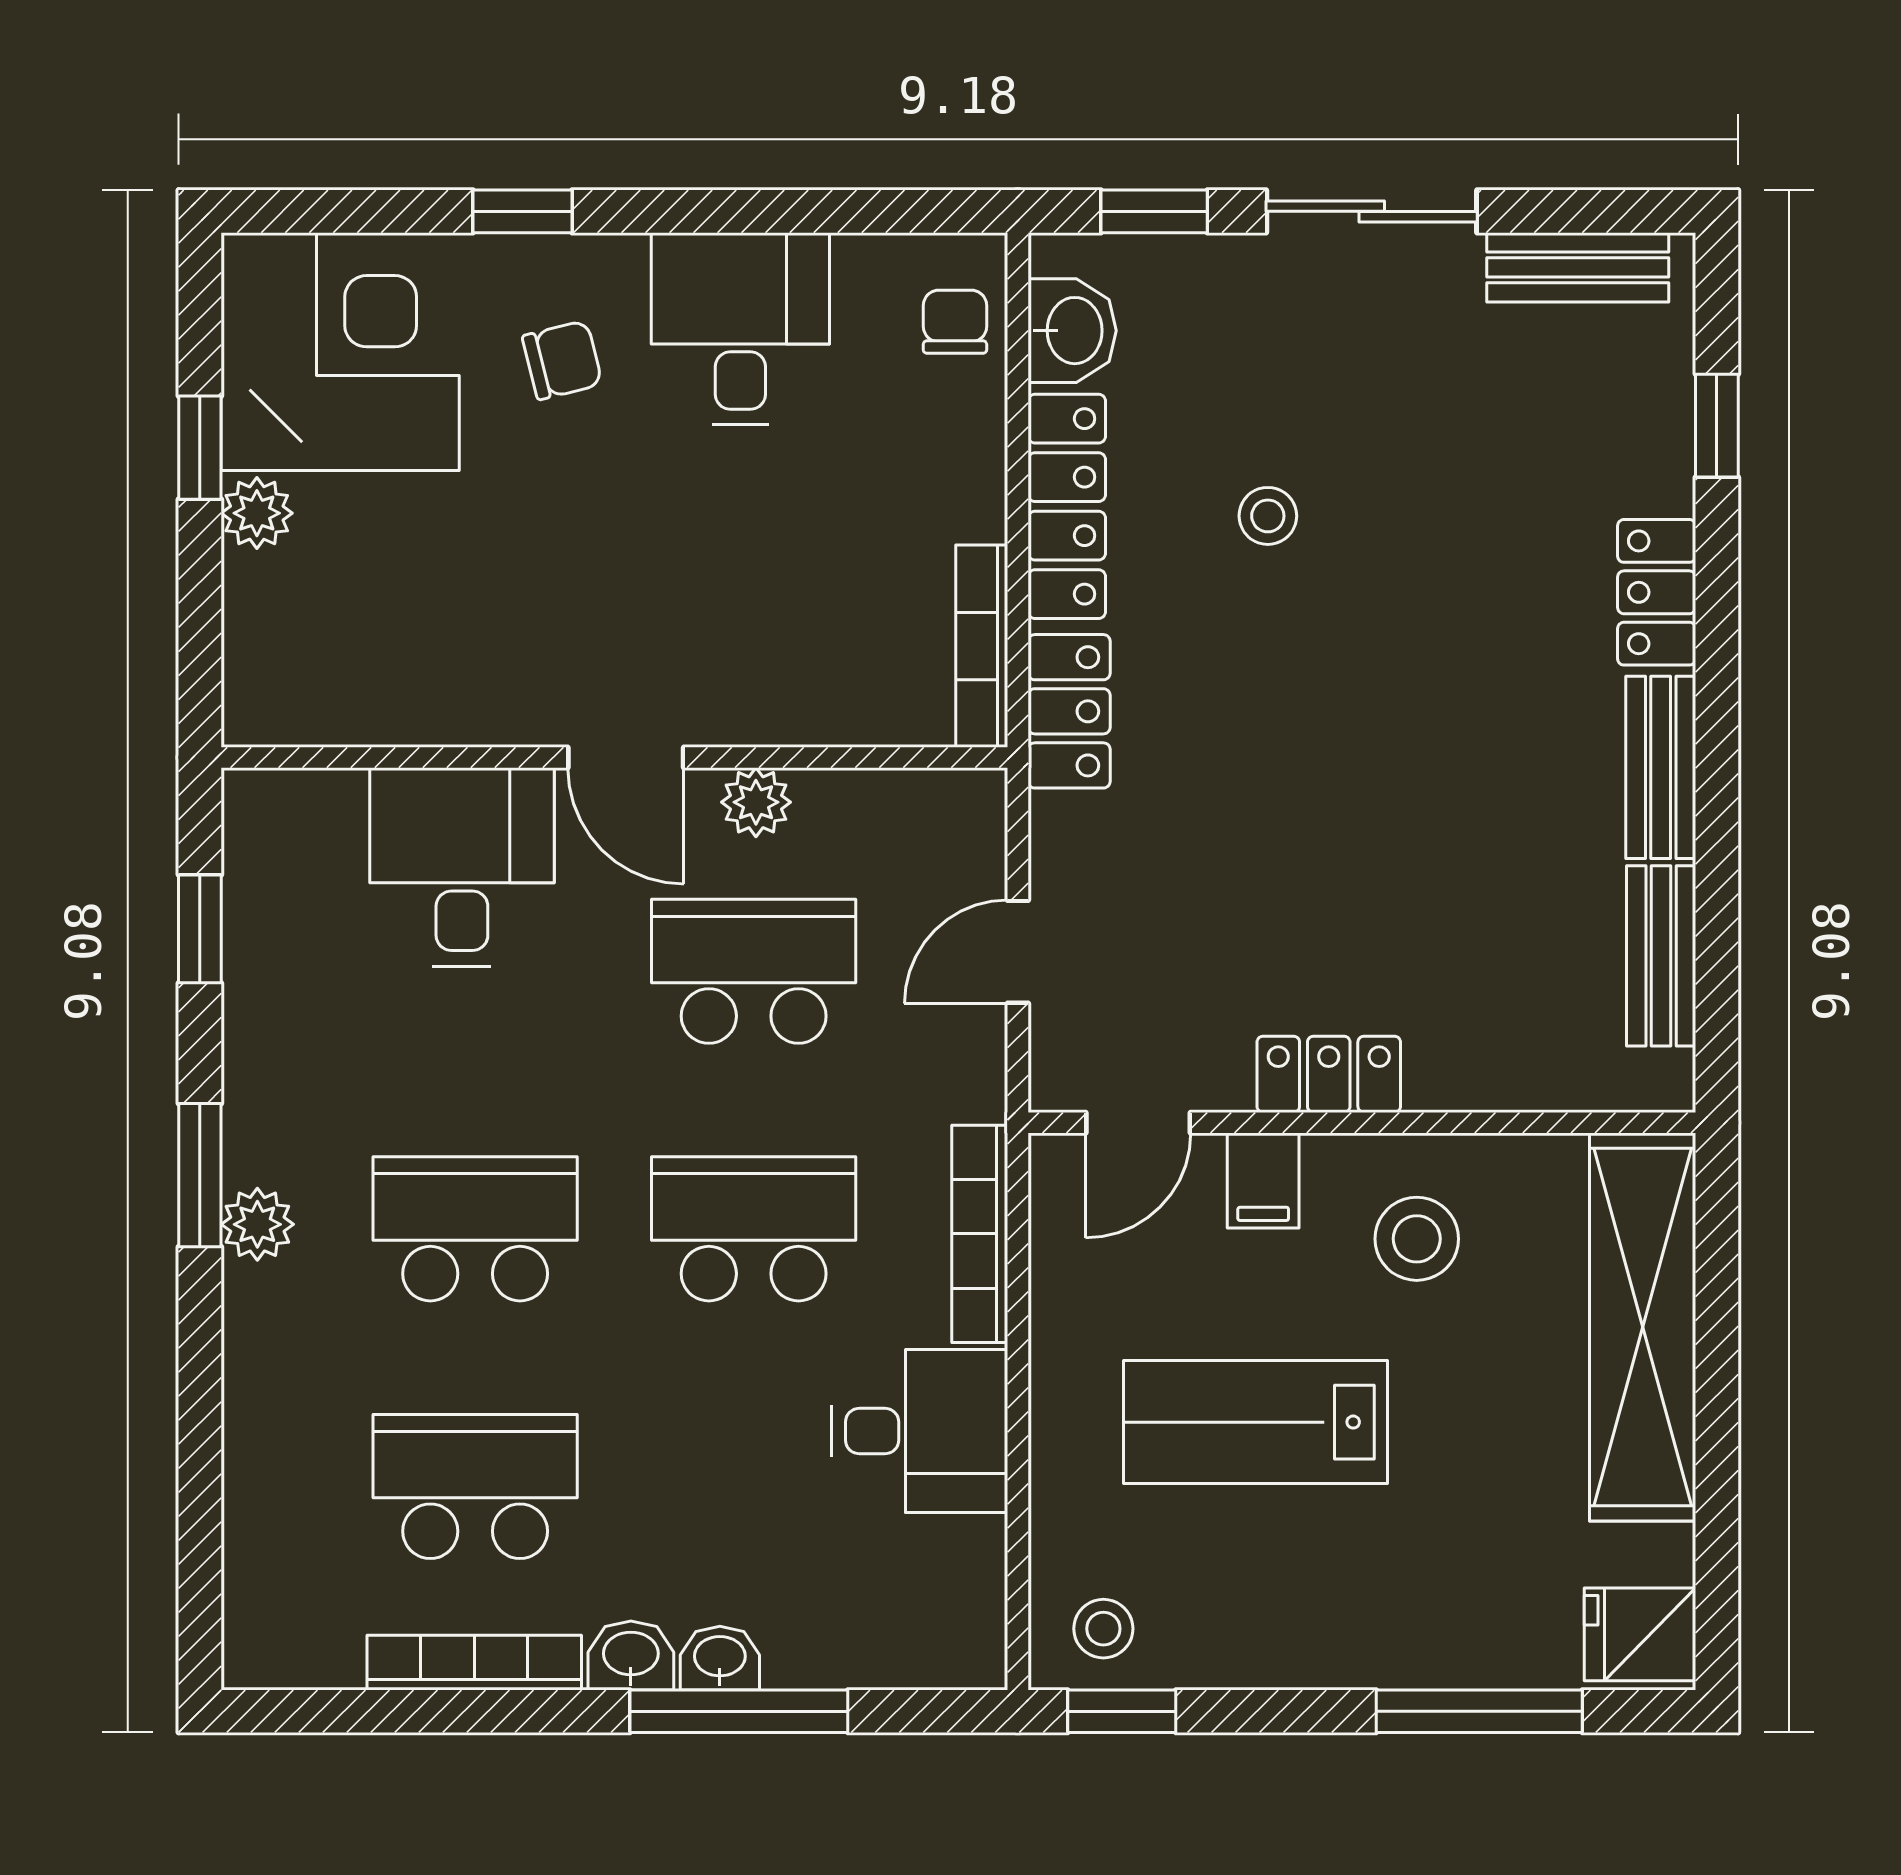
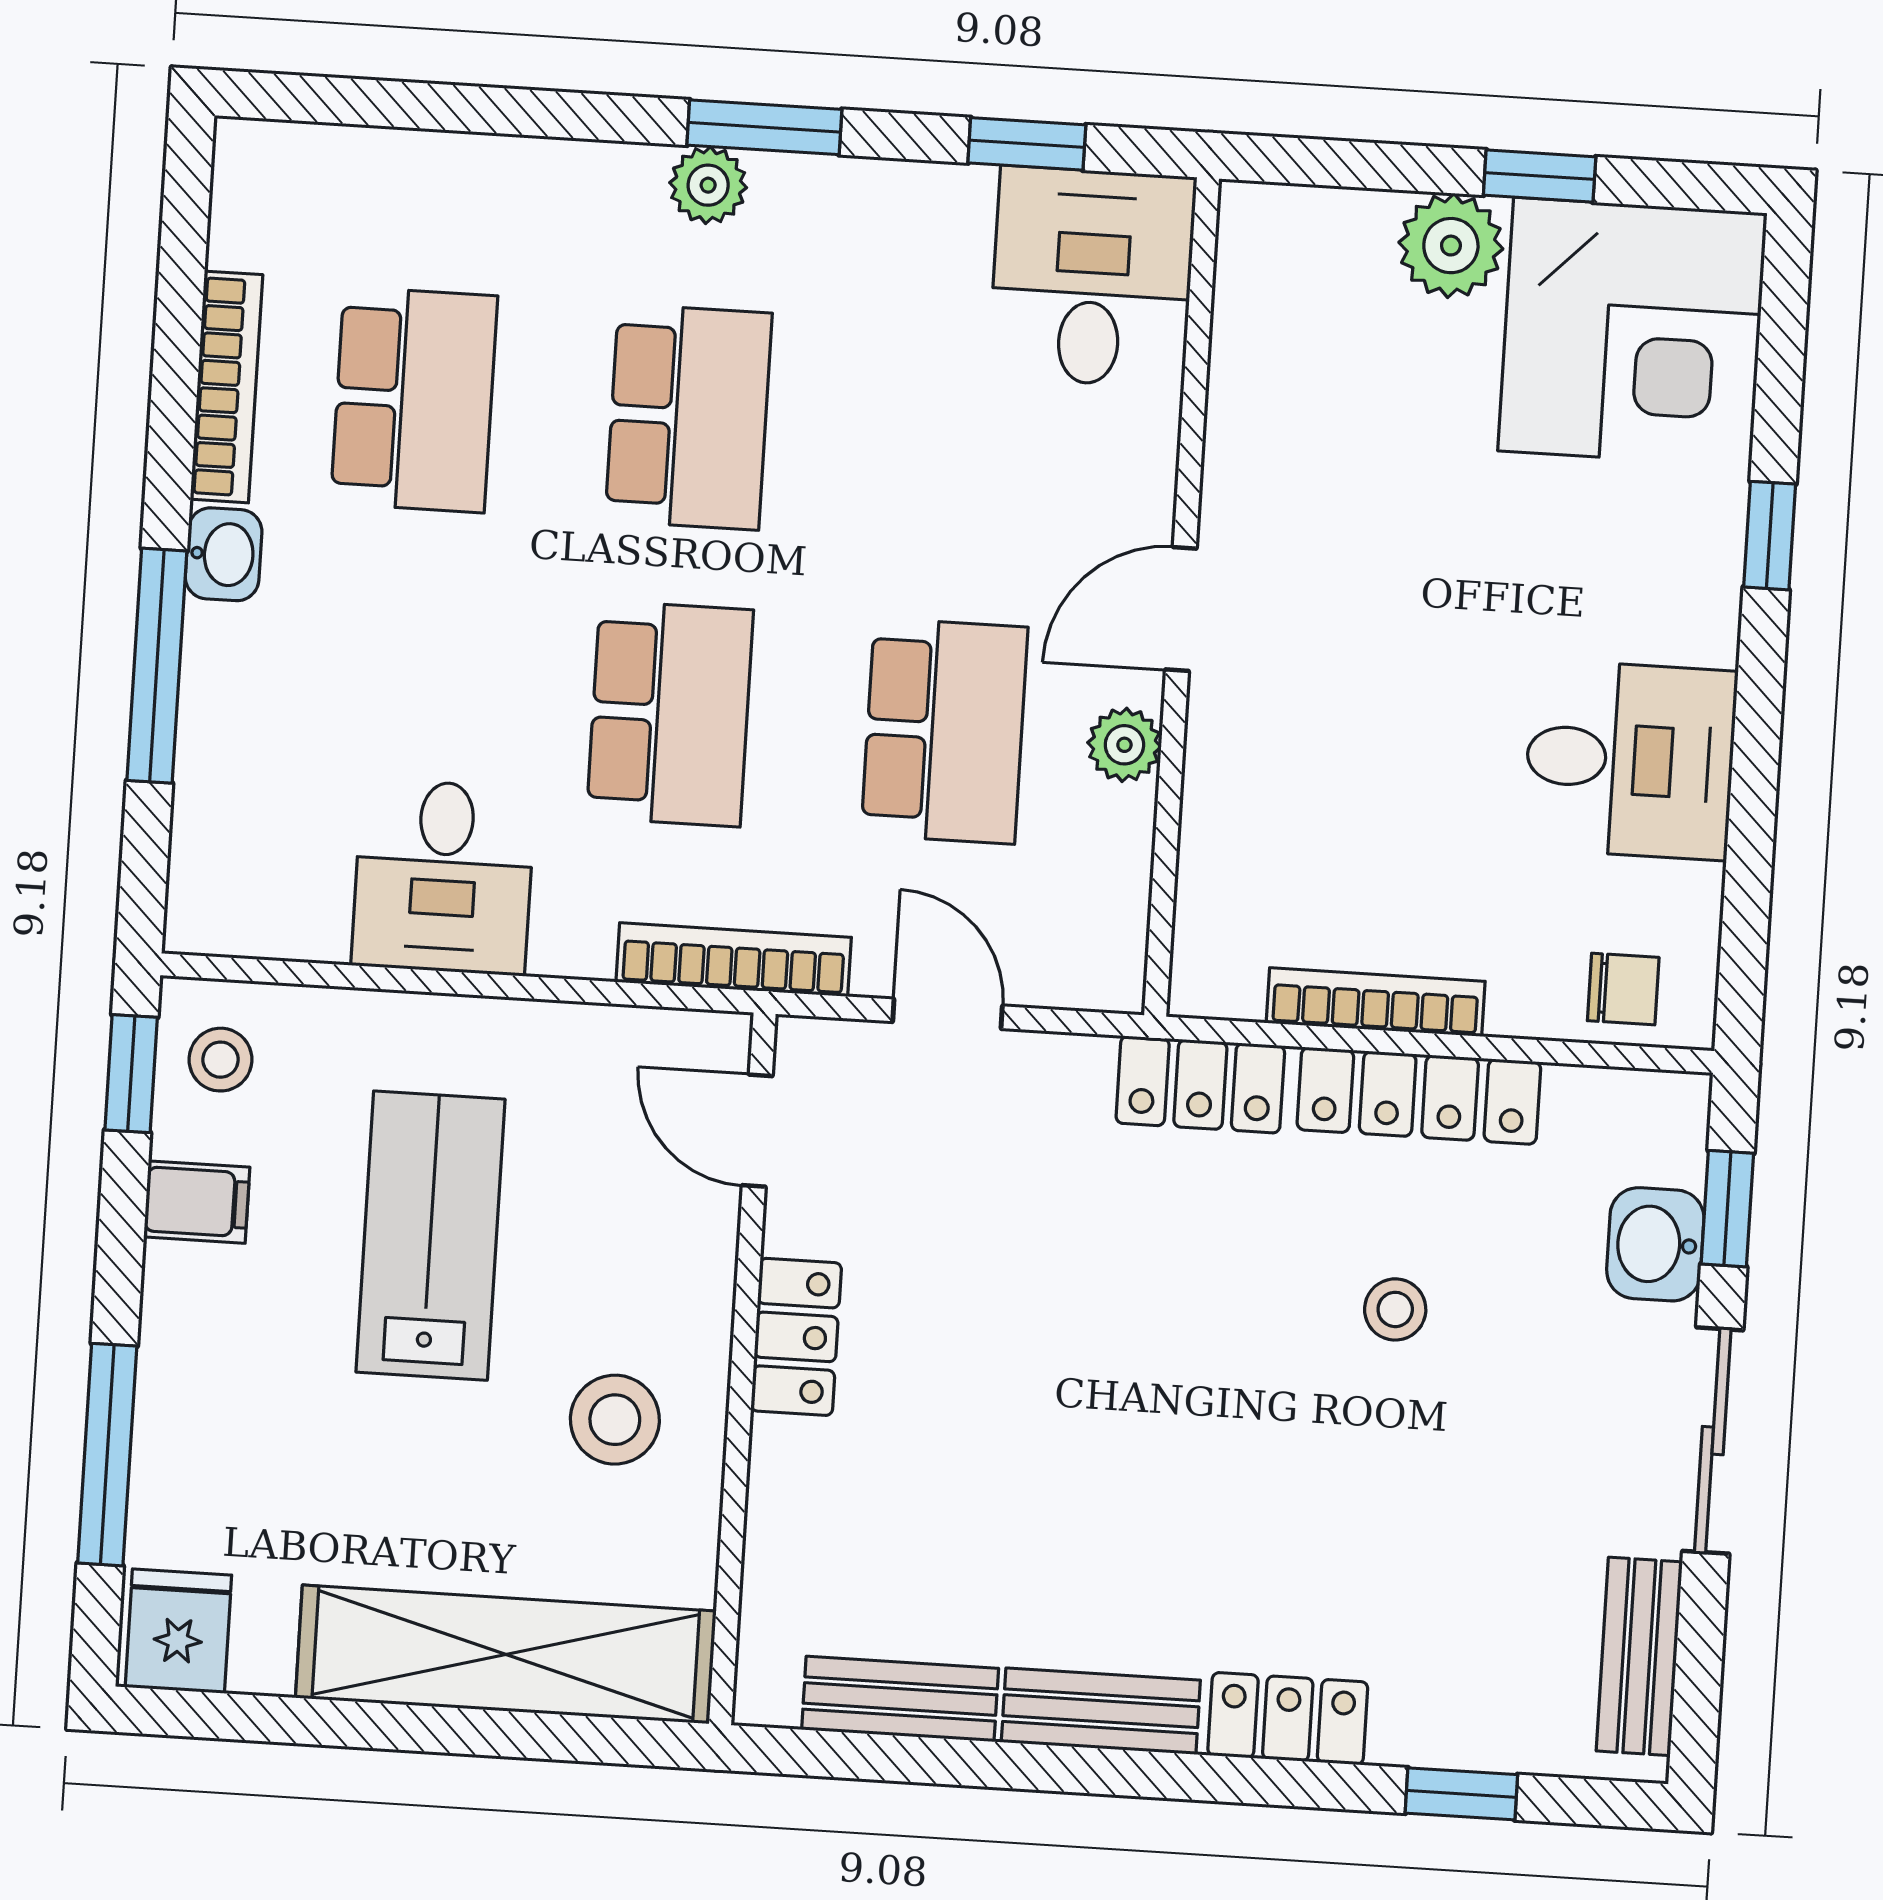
washbasin: (1072, 331) -> (1655, 1244), moved, turned 90
chair: (562, 360) -> (1609, 568), removed
plant: (257, 513) -> (1451, 246), width x1.38, depth x1.38
bookcase: (982, 646) -> (1376, 1002), moved
desk: (462, 867) -> (1092, 277), moved, turned -90
filing cabinet: (1263, 1181) -> (197, 1202), moved, turned 180
bookcase: (980, 1234) -> (734, 960), moved
washbasin: (720, 1658) -> (215, 649), removed

